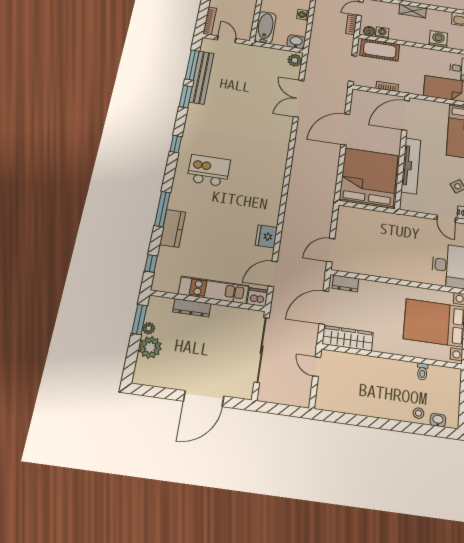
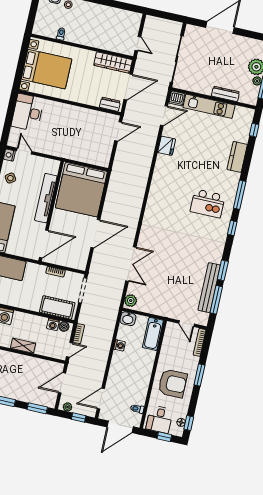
window: (162, 209) -> (240, 195), moved

